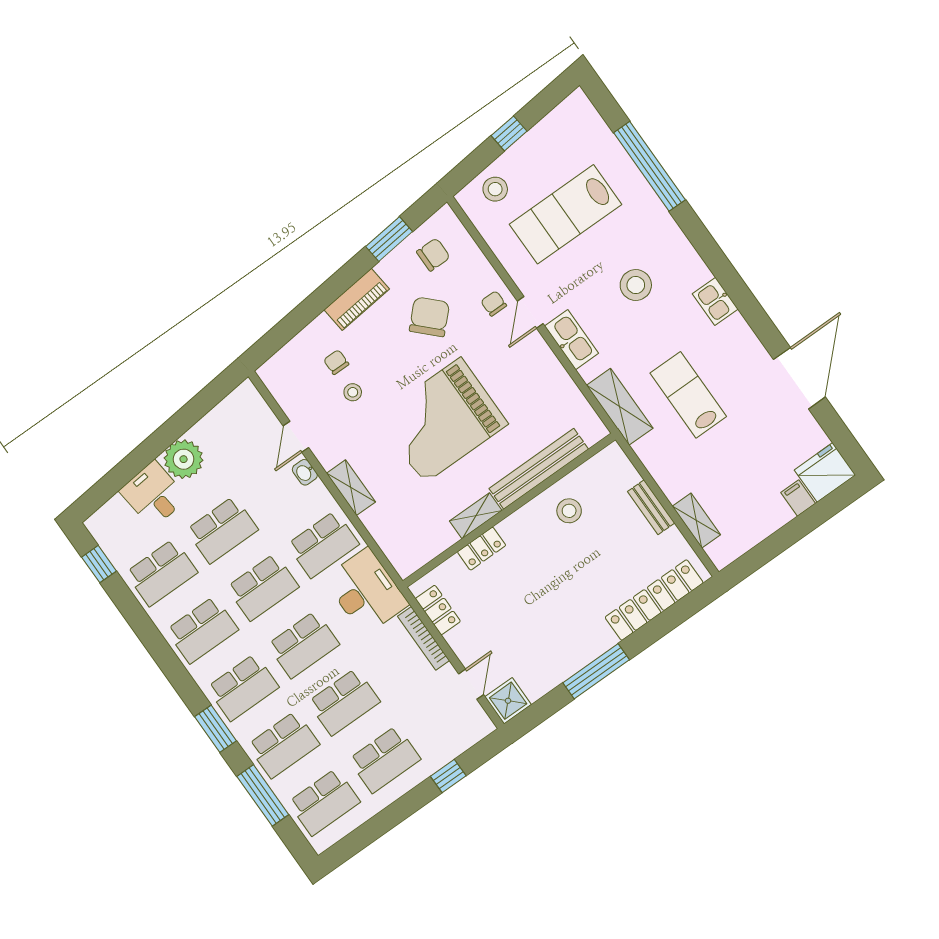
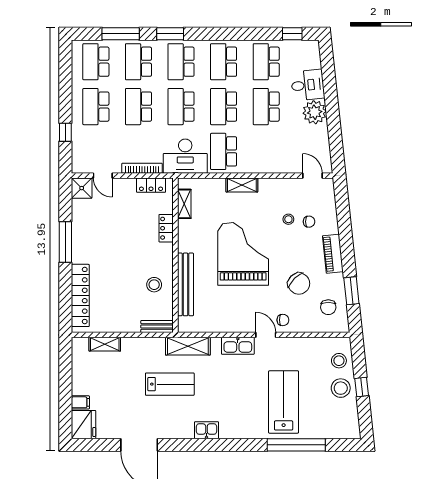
lab bench: (566, 214) -> (284, 402), moved
stool: (636, 285) -> (341, 388), moved
door: (296, 437) -> (312, 176), moved
washbasin: (305, 472) -> (266, 168), removed
bench: (651, 507) -> (157, 326), moved
shelving: (476, 516) -> (184, 204), moved

